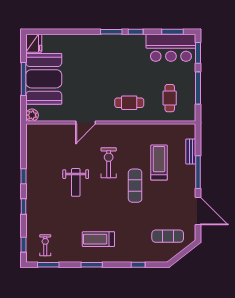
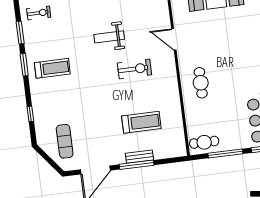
cafe table: (170, 98) -> (204, 142), moved
bench: (191, 152) -> (139, 157), moved
exercise mat: (135, 186) -> (114, 100), removed
treadmill: (98, 239) -> (52, 68), turned 90
window: (48, 265) -> (20, 33), moved

